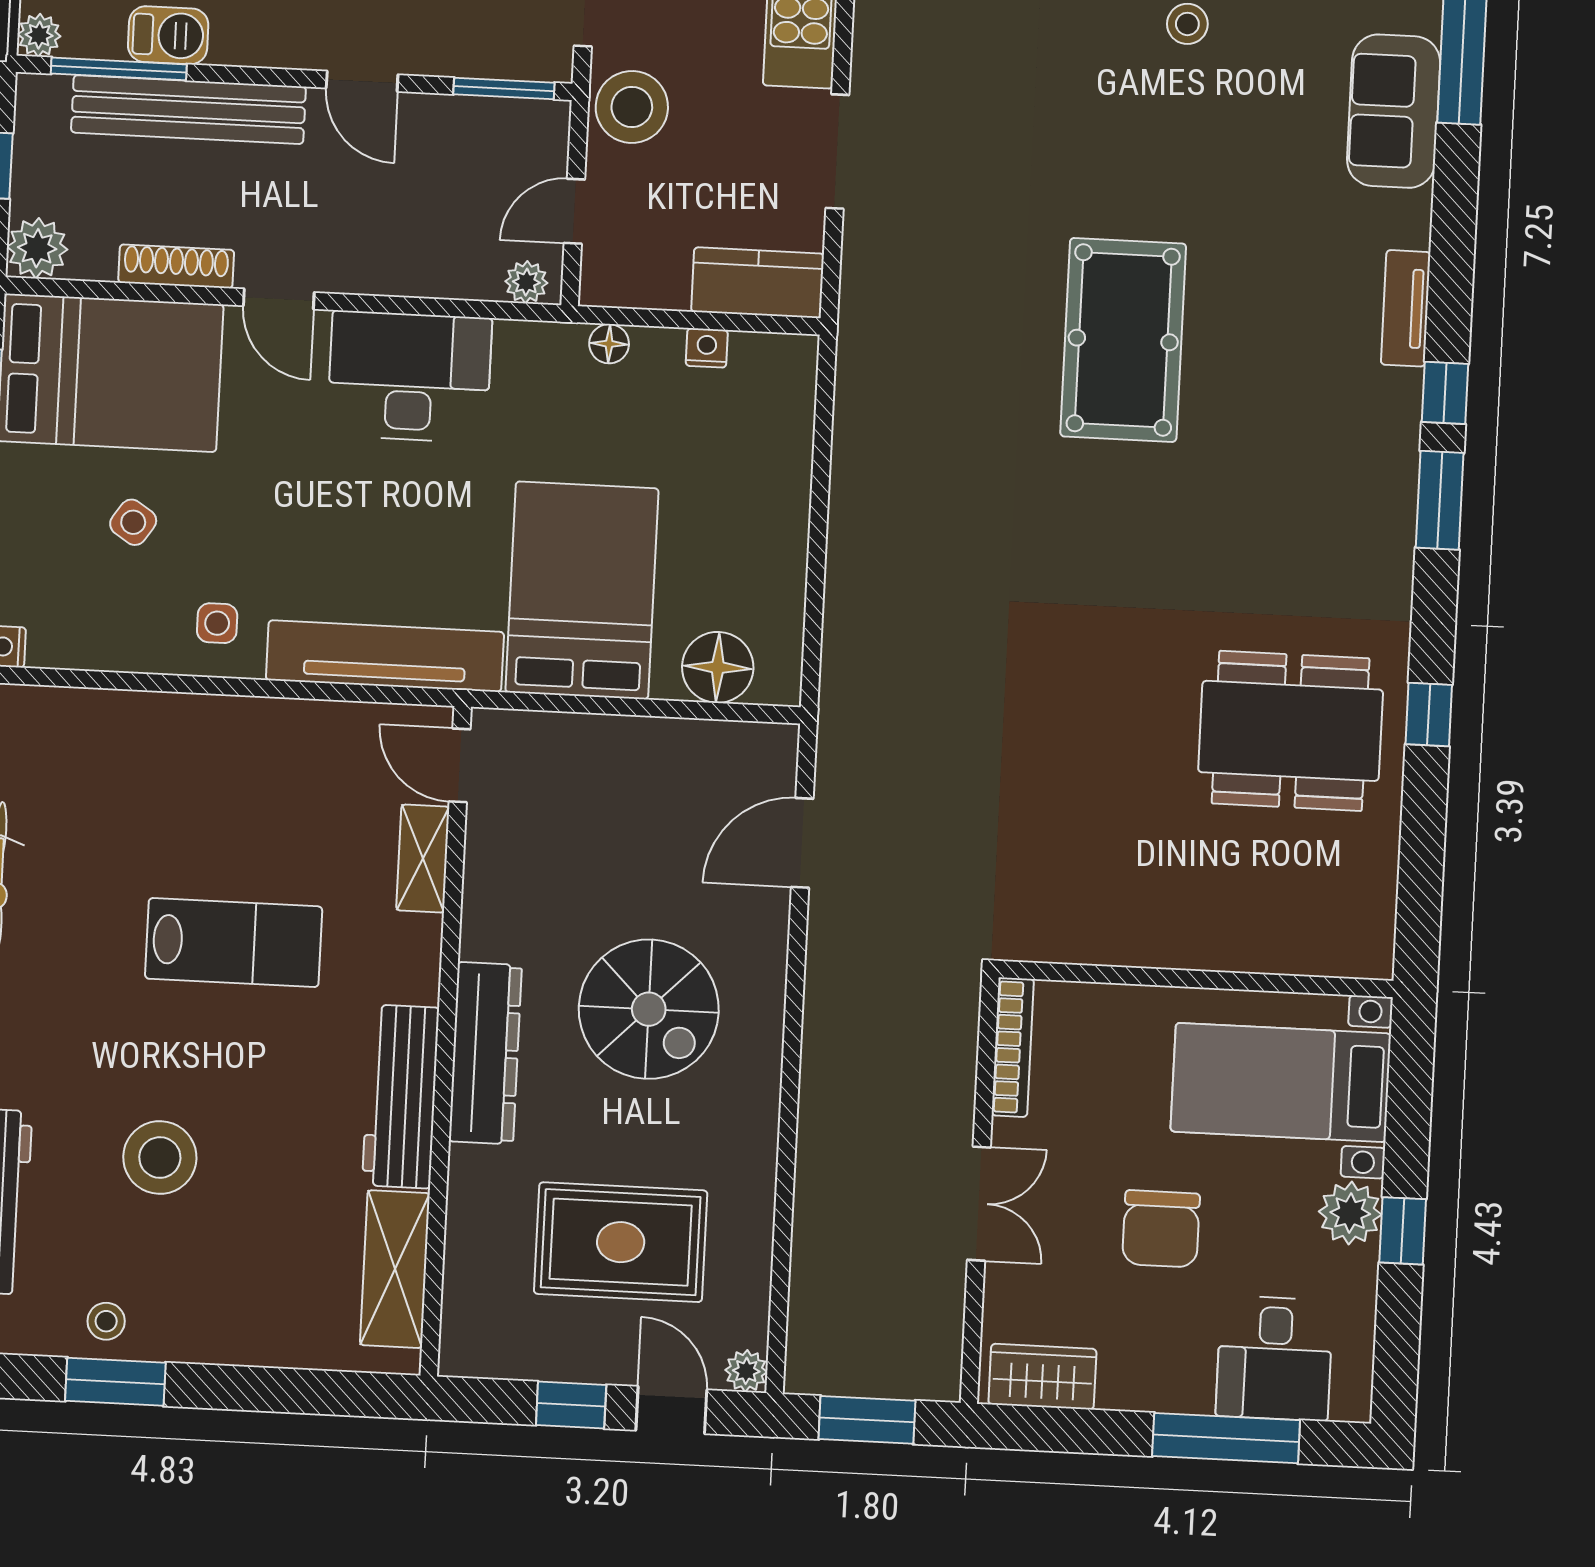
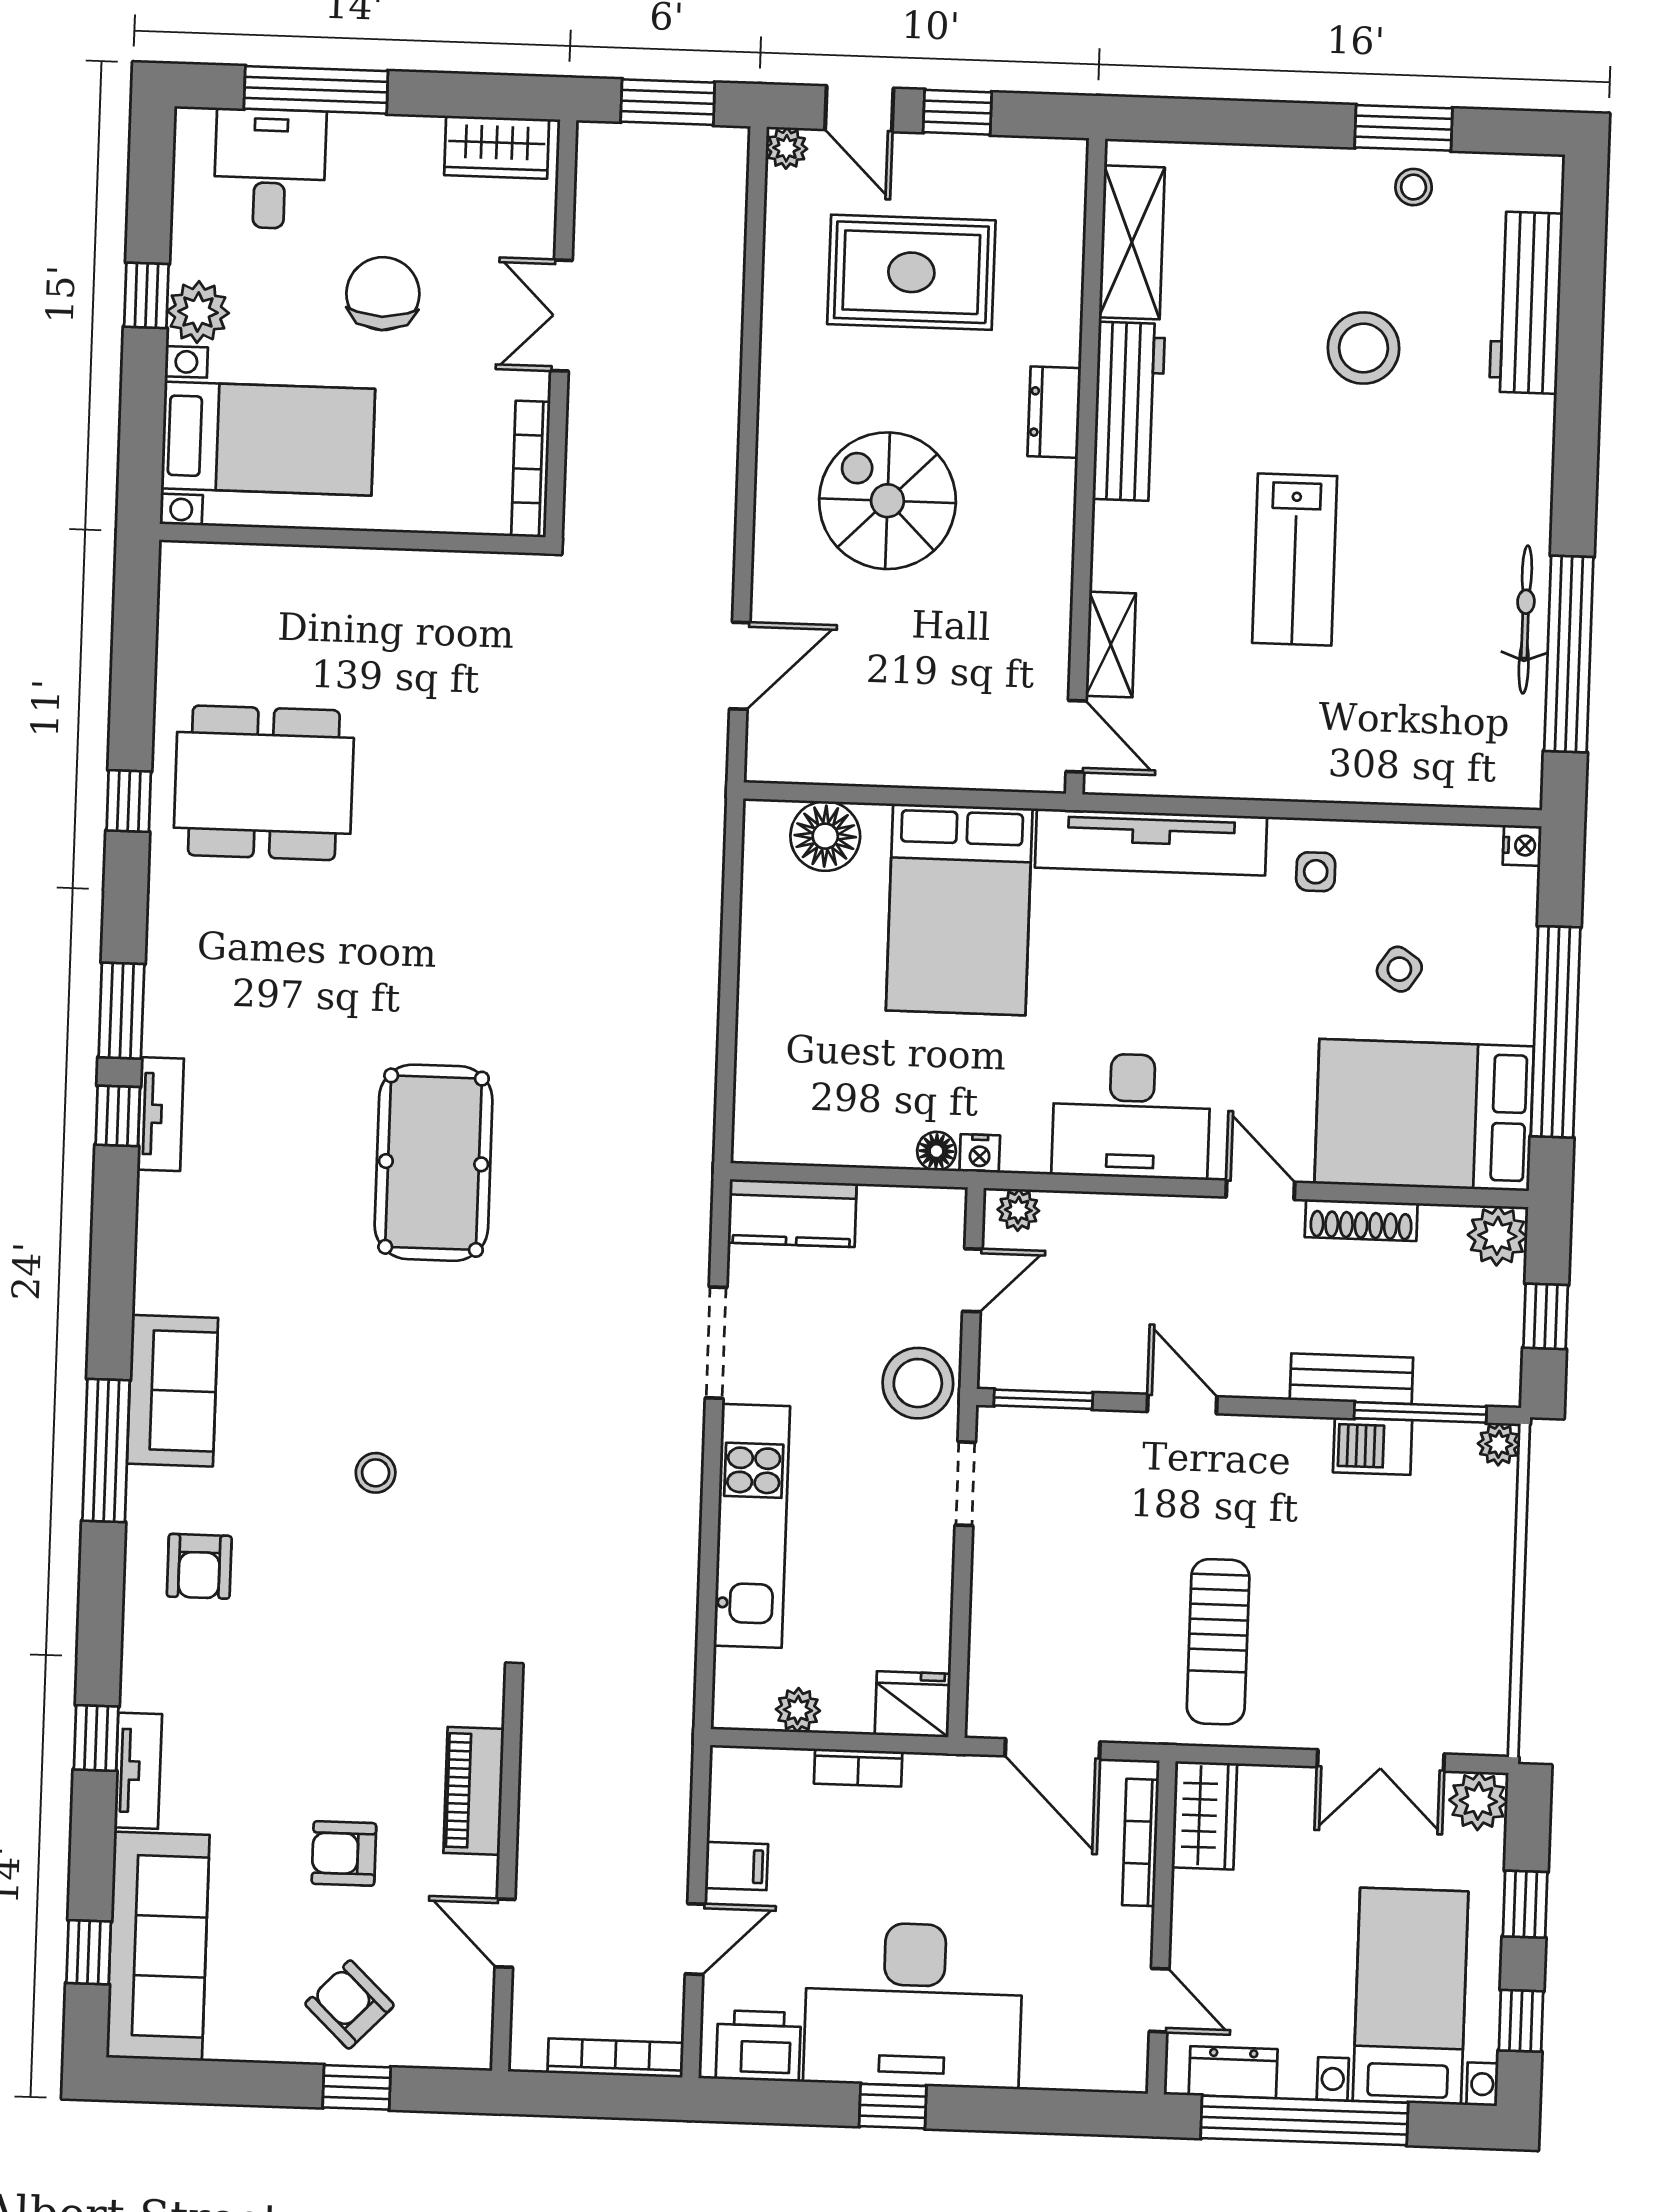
bench: (188, 110) -> (1351, 1379), width x0.54, depth x0.82
tv unit: (1406, 308) -> (161, 1114), moved
nightstand: (707, 348) -> (980, 1153), moved
lab bench: (234, 943) -> (1295, 559), turned -90
dresser: (485, 1053) -> (1054, 412), width x0.51, depth x0.80

